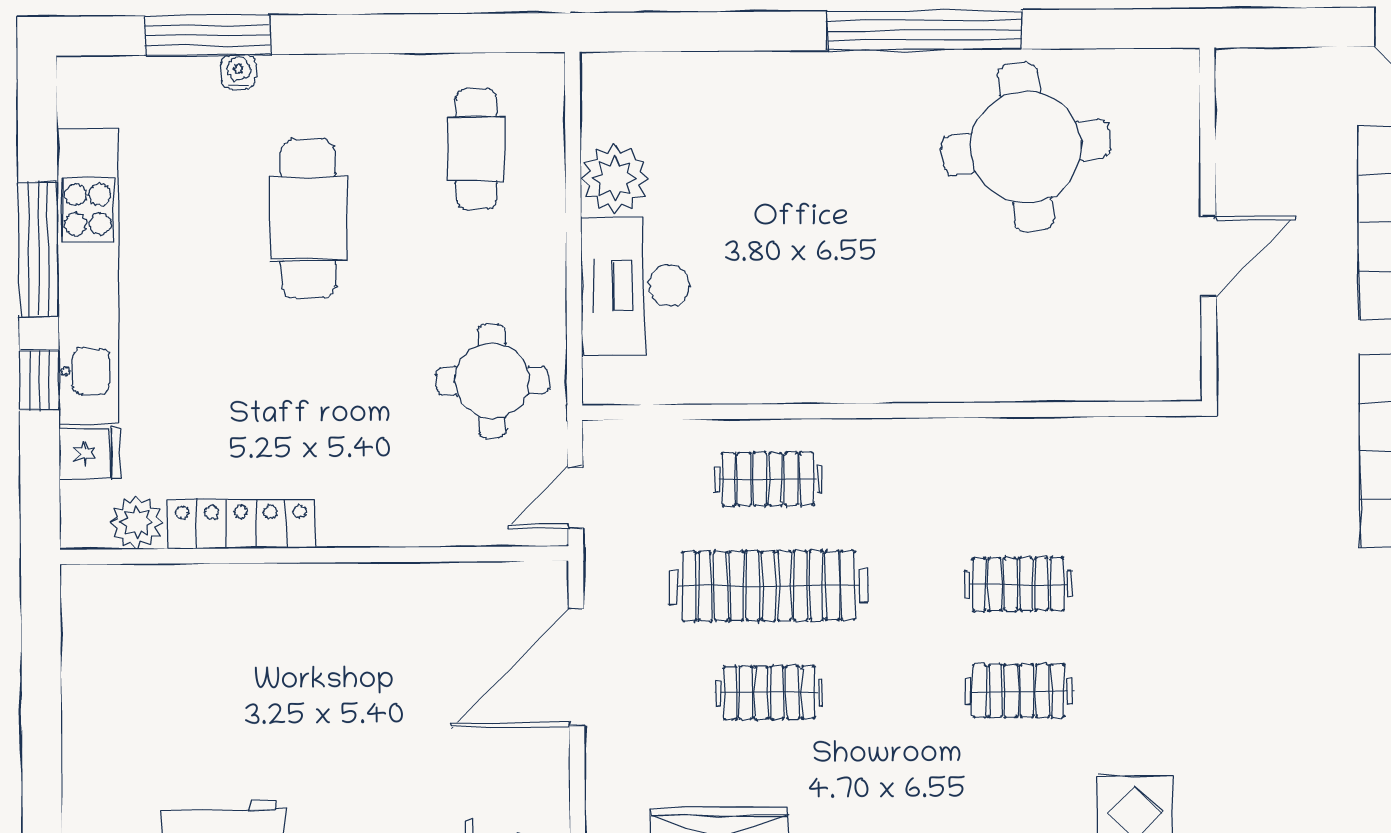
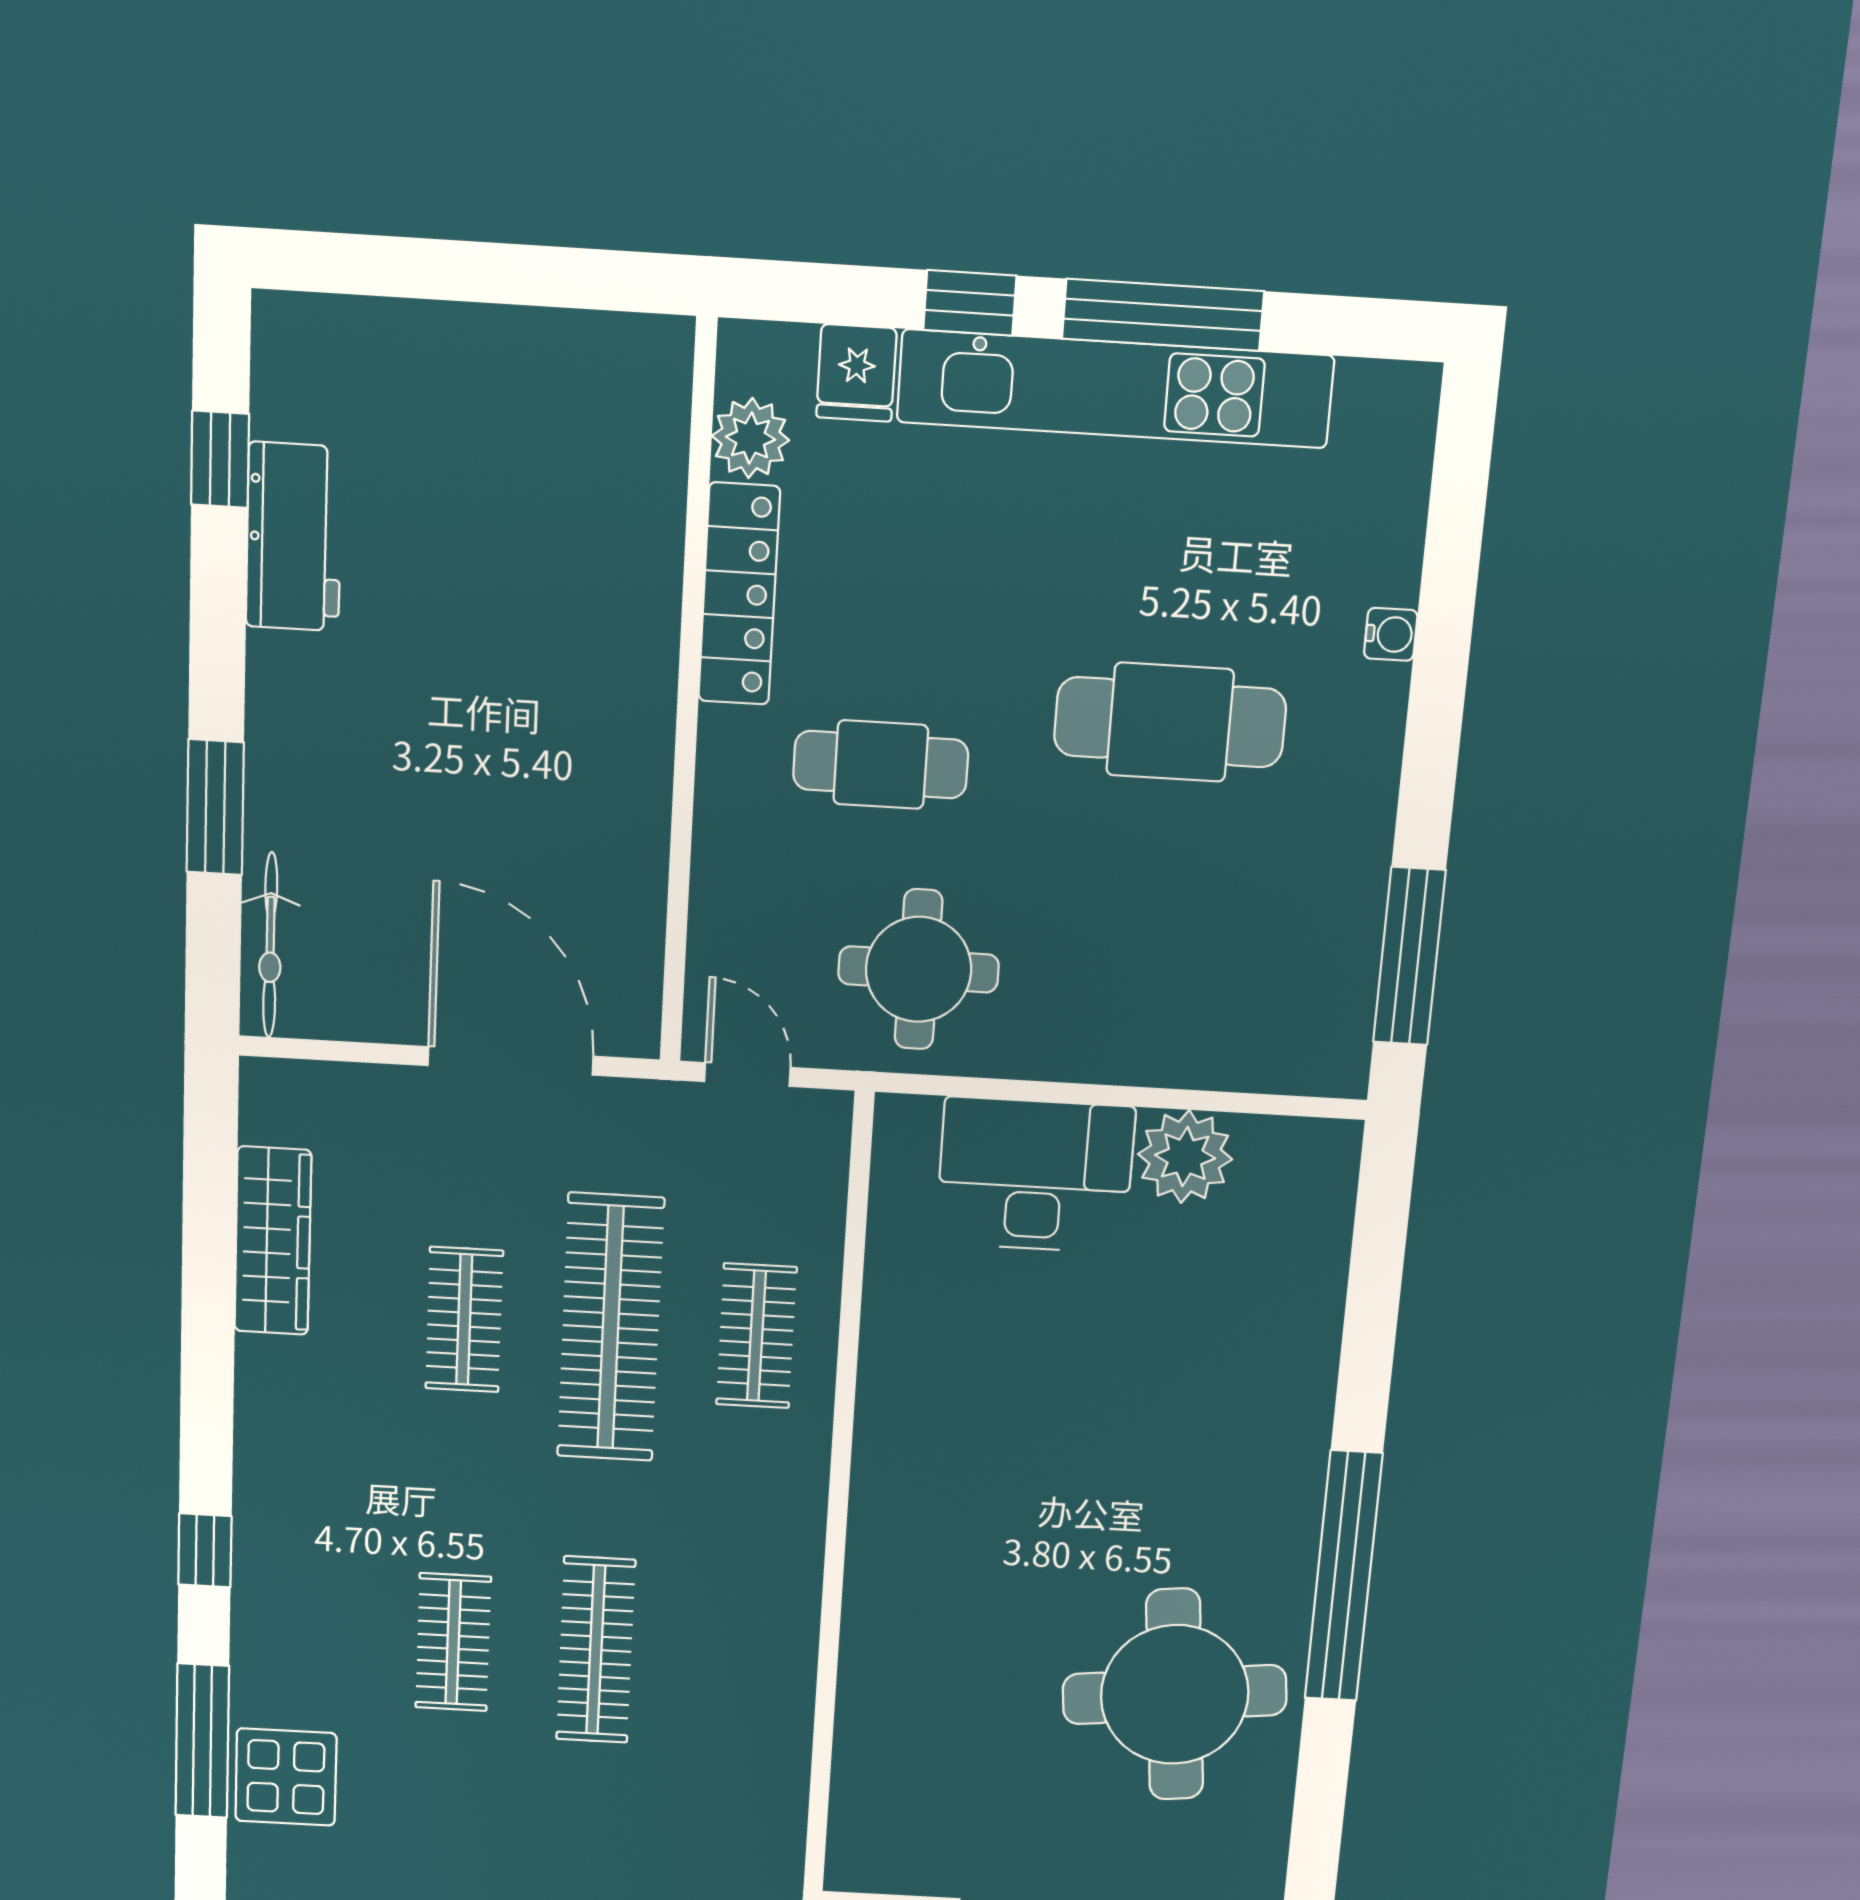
window: (207, 35) -> (1409, 956), moved
cafe table: (476, 149) -> (881, 765), moved
clothes rail: (1018, 584) -> (596, 1650), width x1.36

